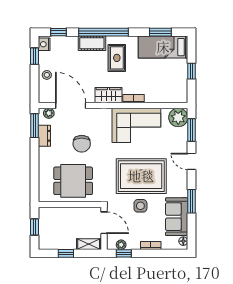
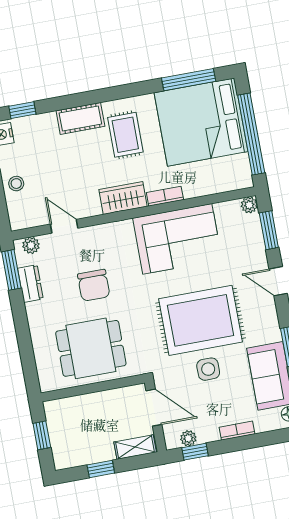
window: (103, 32) -> (96, 97), removed
window: (160, 32) -> (189, 80), width x1.44
bed: (163, 47) -> (201, 122), width x2.04
window: (191, 71) -> (251, 134), width x3.17
door: (71, 105) -> (64, 226), width x0.53
plant: (178, 117) -> (249, 205), width x0.53, depth x0.53

